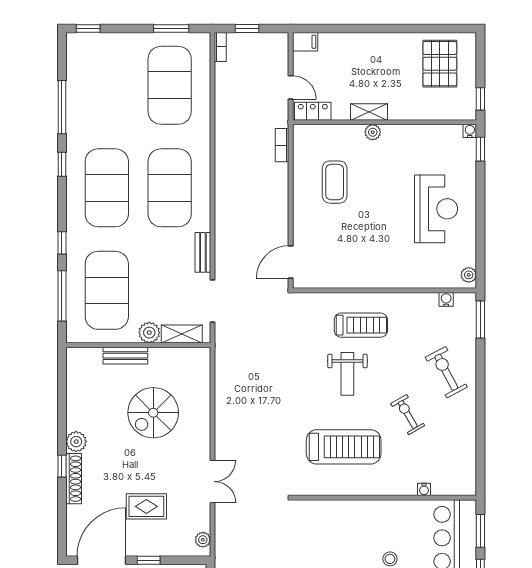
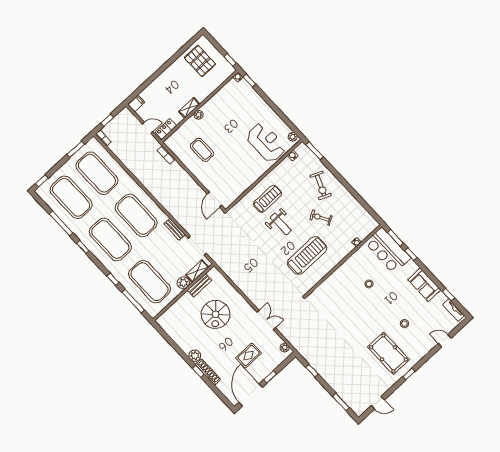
exercise mat: (107, 85) -> (71, 197), added
reception desk: (436, 209) -> (266, 142), moved
bench: (125, 356) -> (200, 285), moved
exercise bike: (446, 372) -> (321, 185), turned -129

